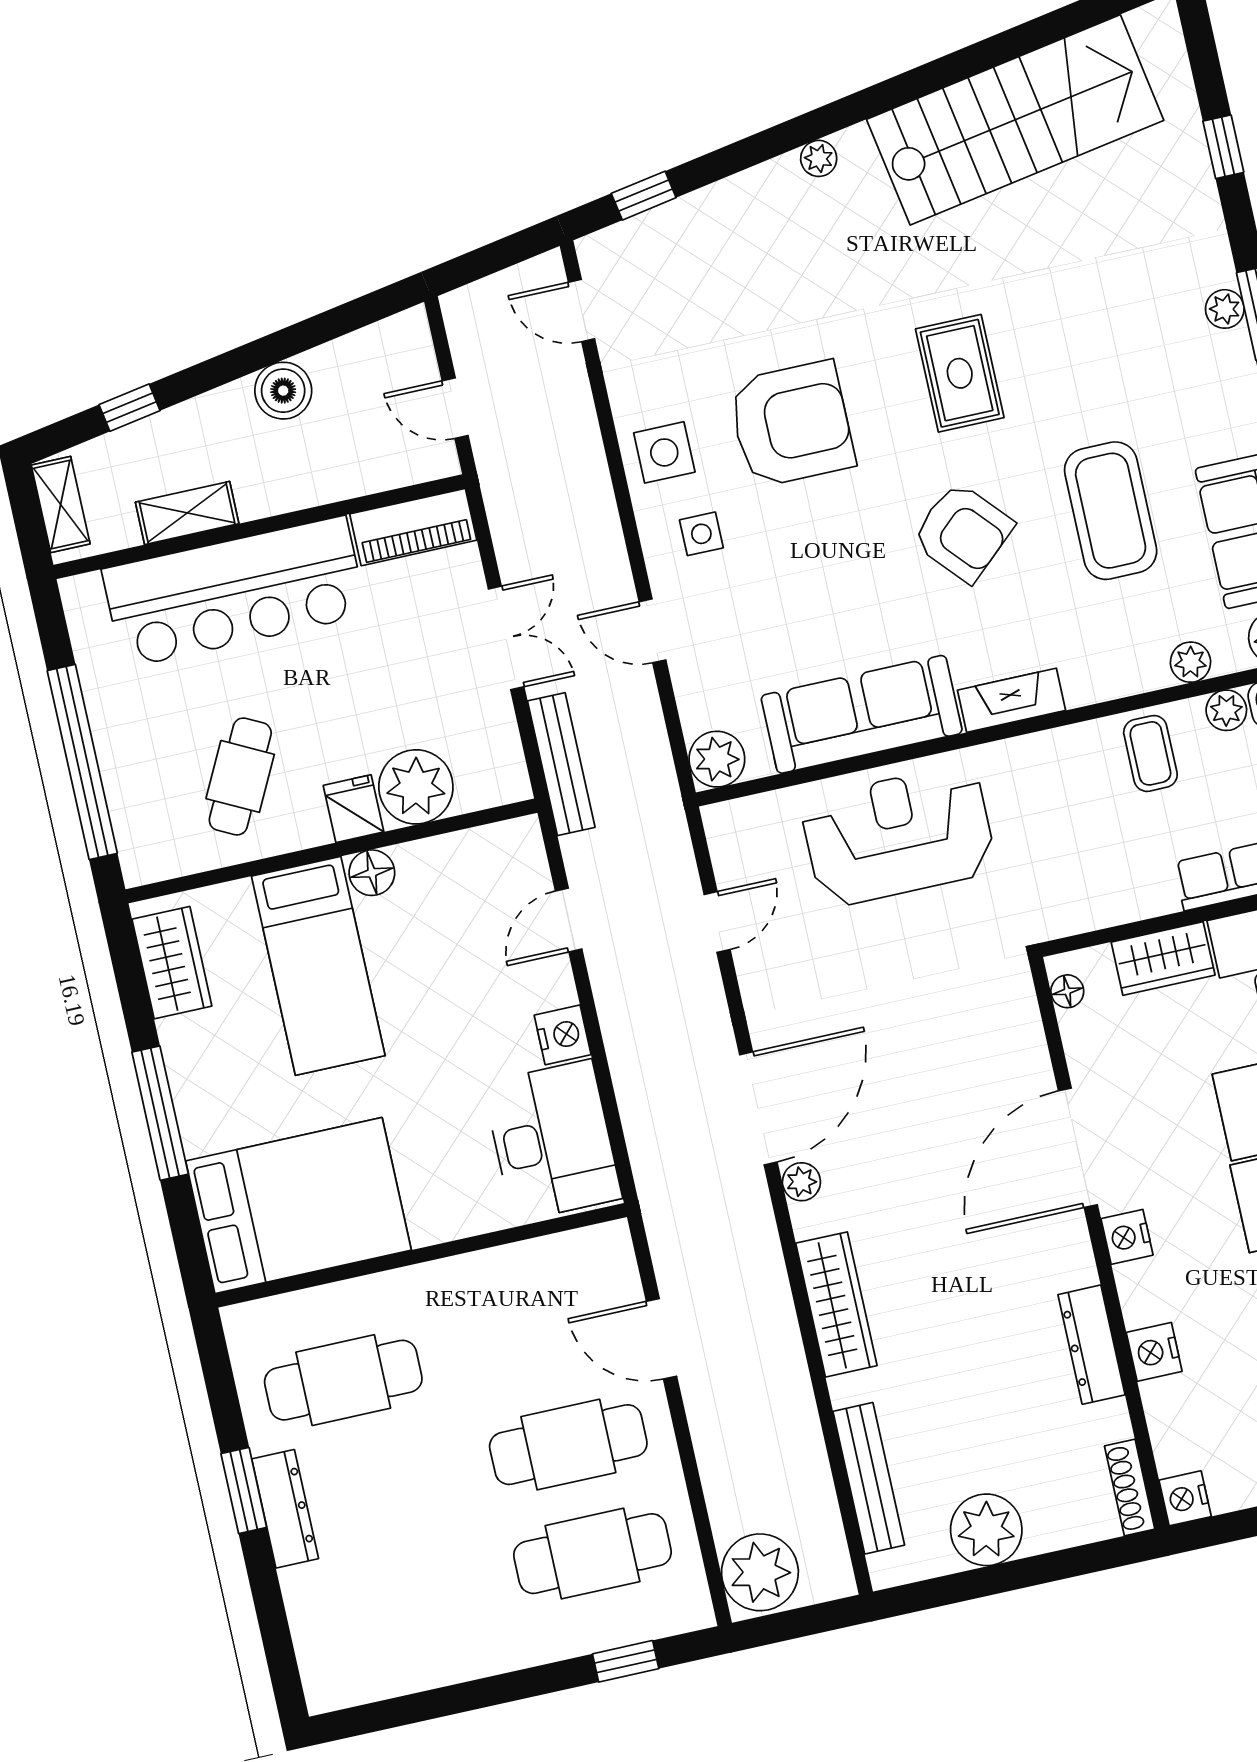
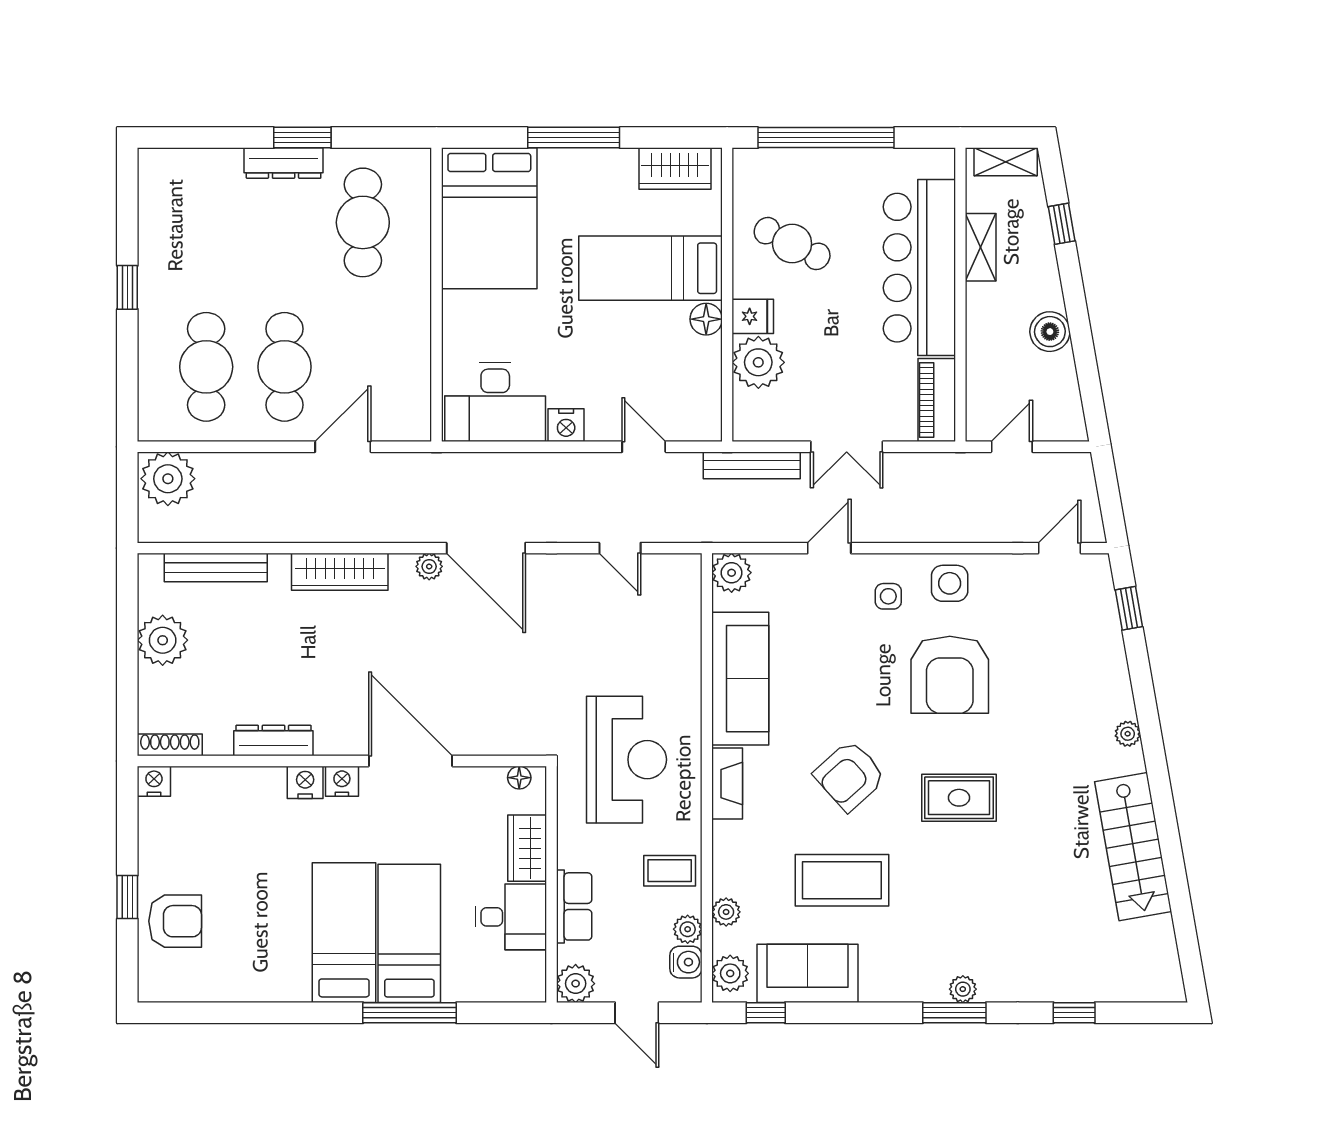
stairs: (1015, 120) -> (1133, 847), width x0.73, depth x0.66
reception desk: (898, 836) -> (626, 760), moved
nightstand: (1154, 1352) -> (305, 782), moved
window: (626, 1661) -> (127, 287), moved

